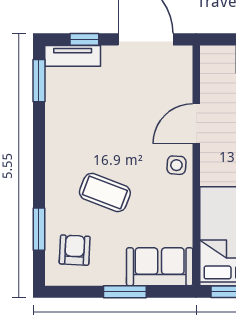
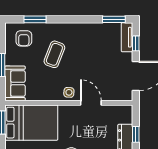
armchair: (75, 250) -> (24, 38), turned 87

